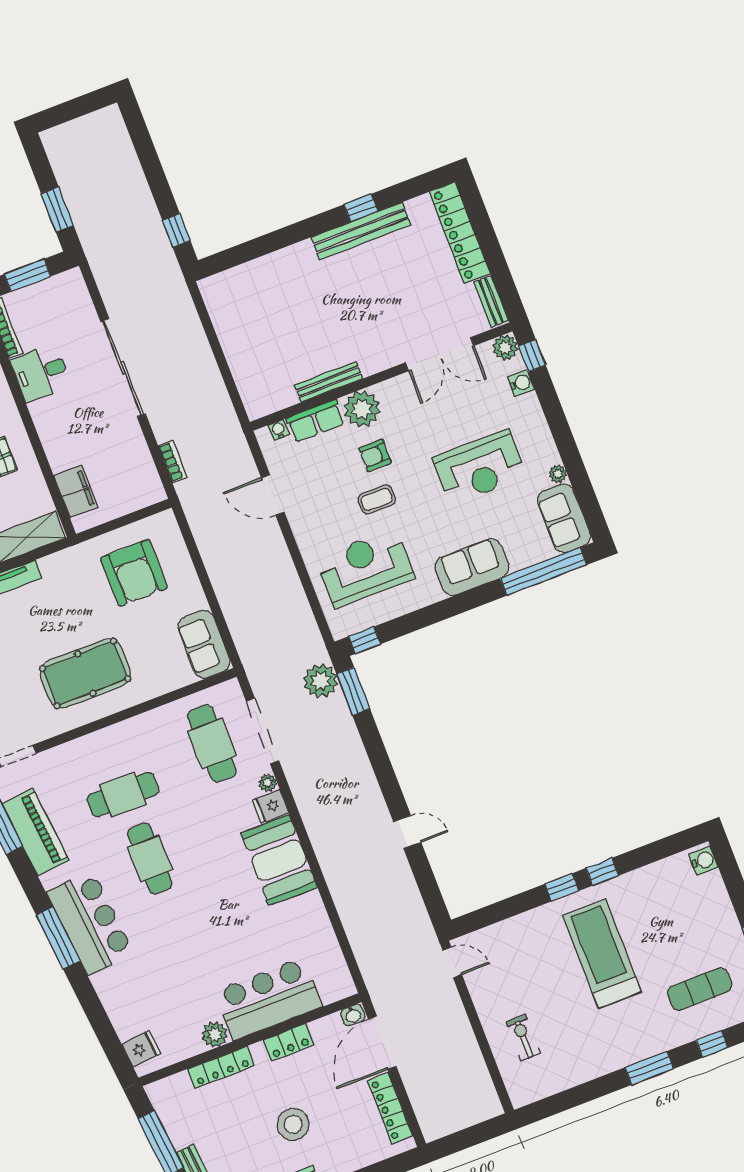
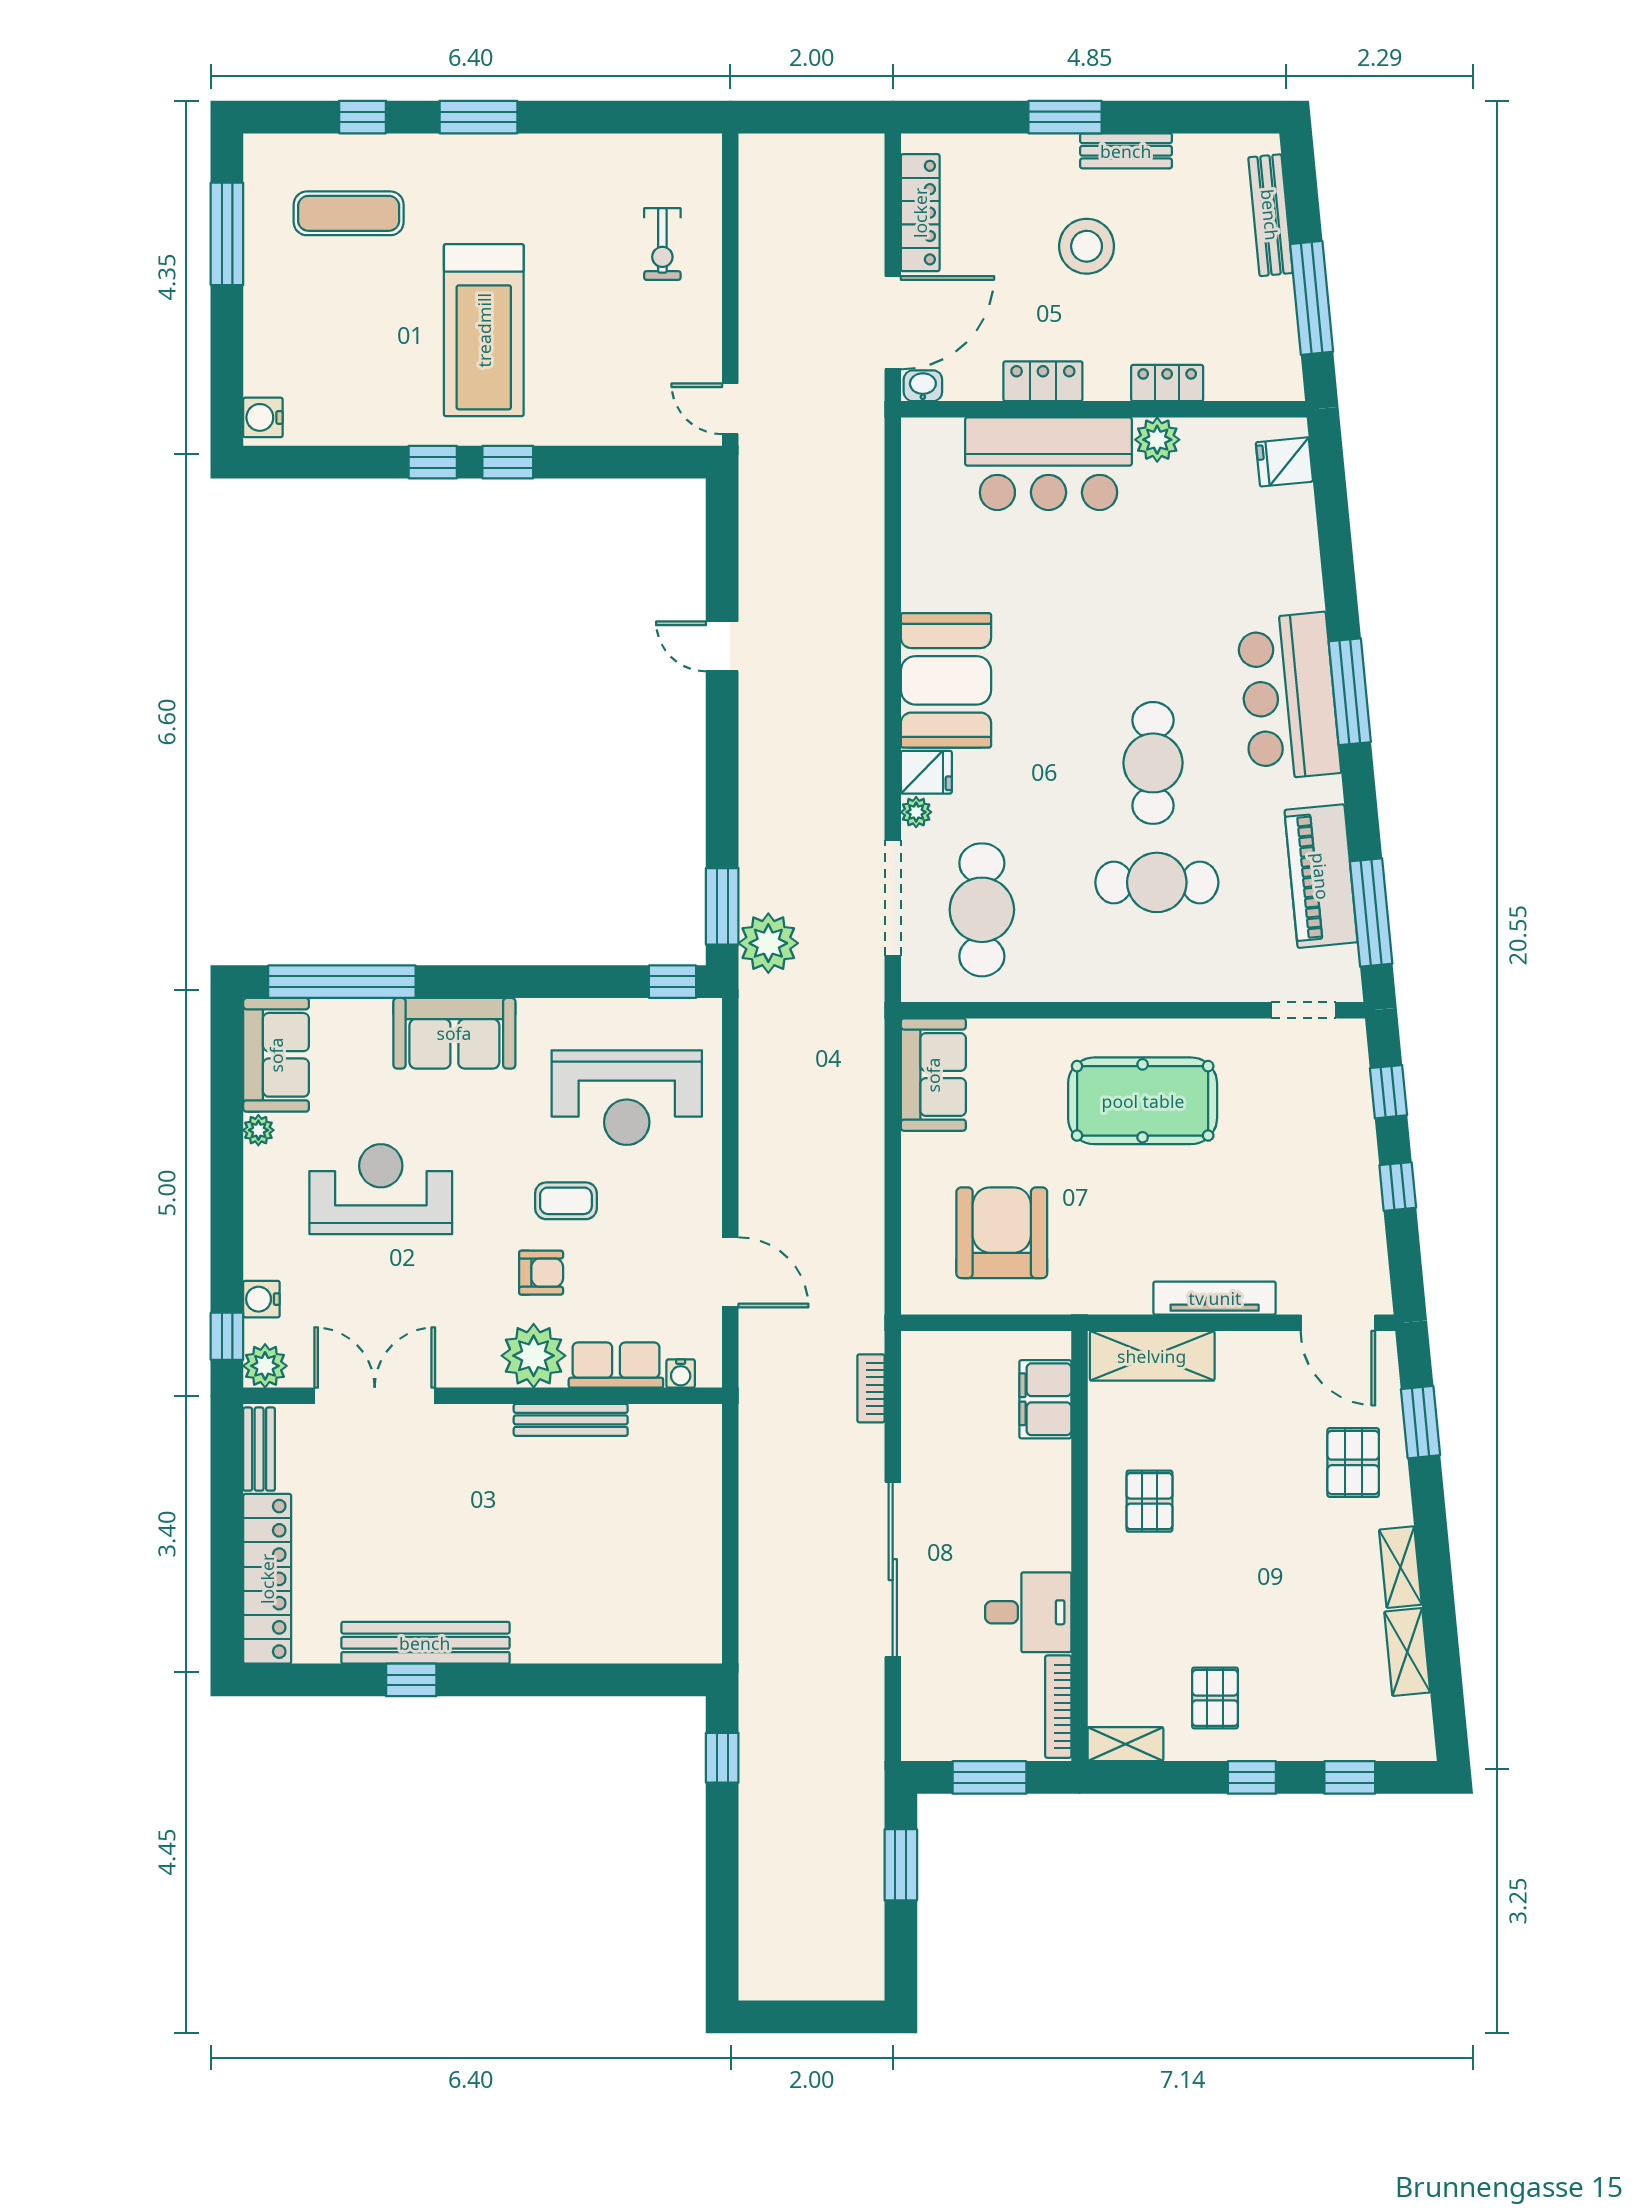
locker: (221, 1067) -> (1167, 383), width x0.66

